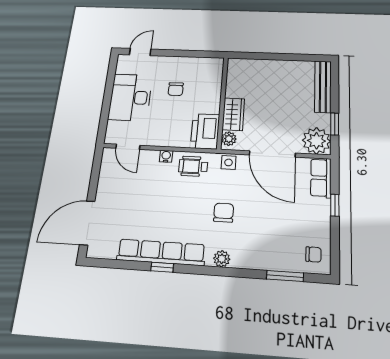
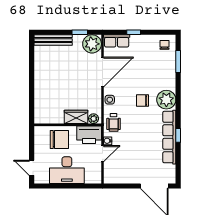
chair: (176, 89) -> (59, 139), width x1.87, depth x1.87
wall: (222, 102) -> (68, 125), moved
wardrobe: (233, 114) -> (76, 117), moved
printer: (205, 131) -> (89, 135), moved
plant: (229, 139) -> (93, 119), moved
door: (128, 147) -> (102, 154), moved
plant: (222, 259) -> (166, 100), width x1.87, depth x1.87

